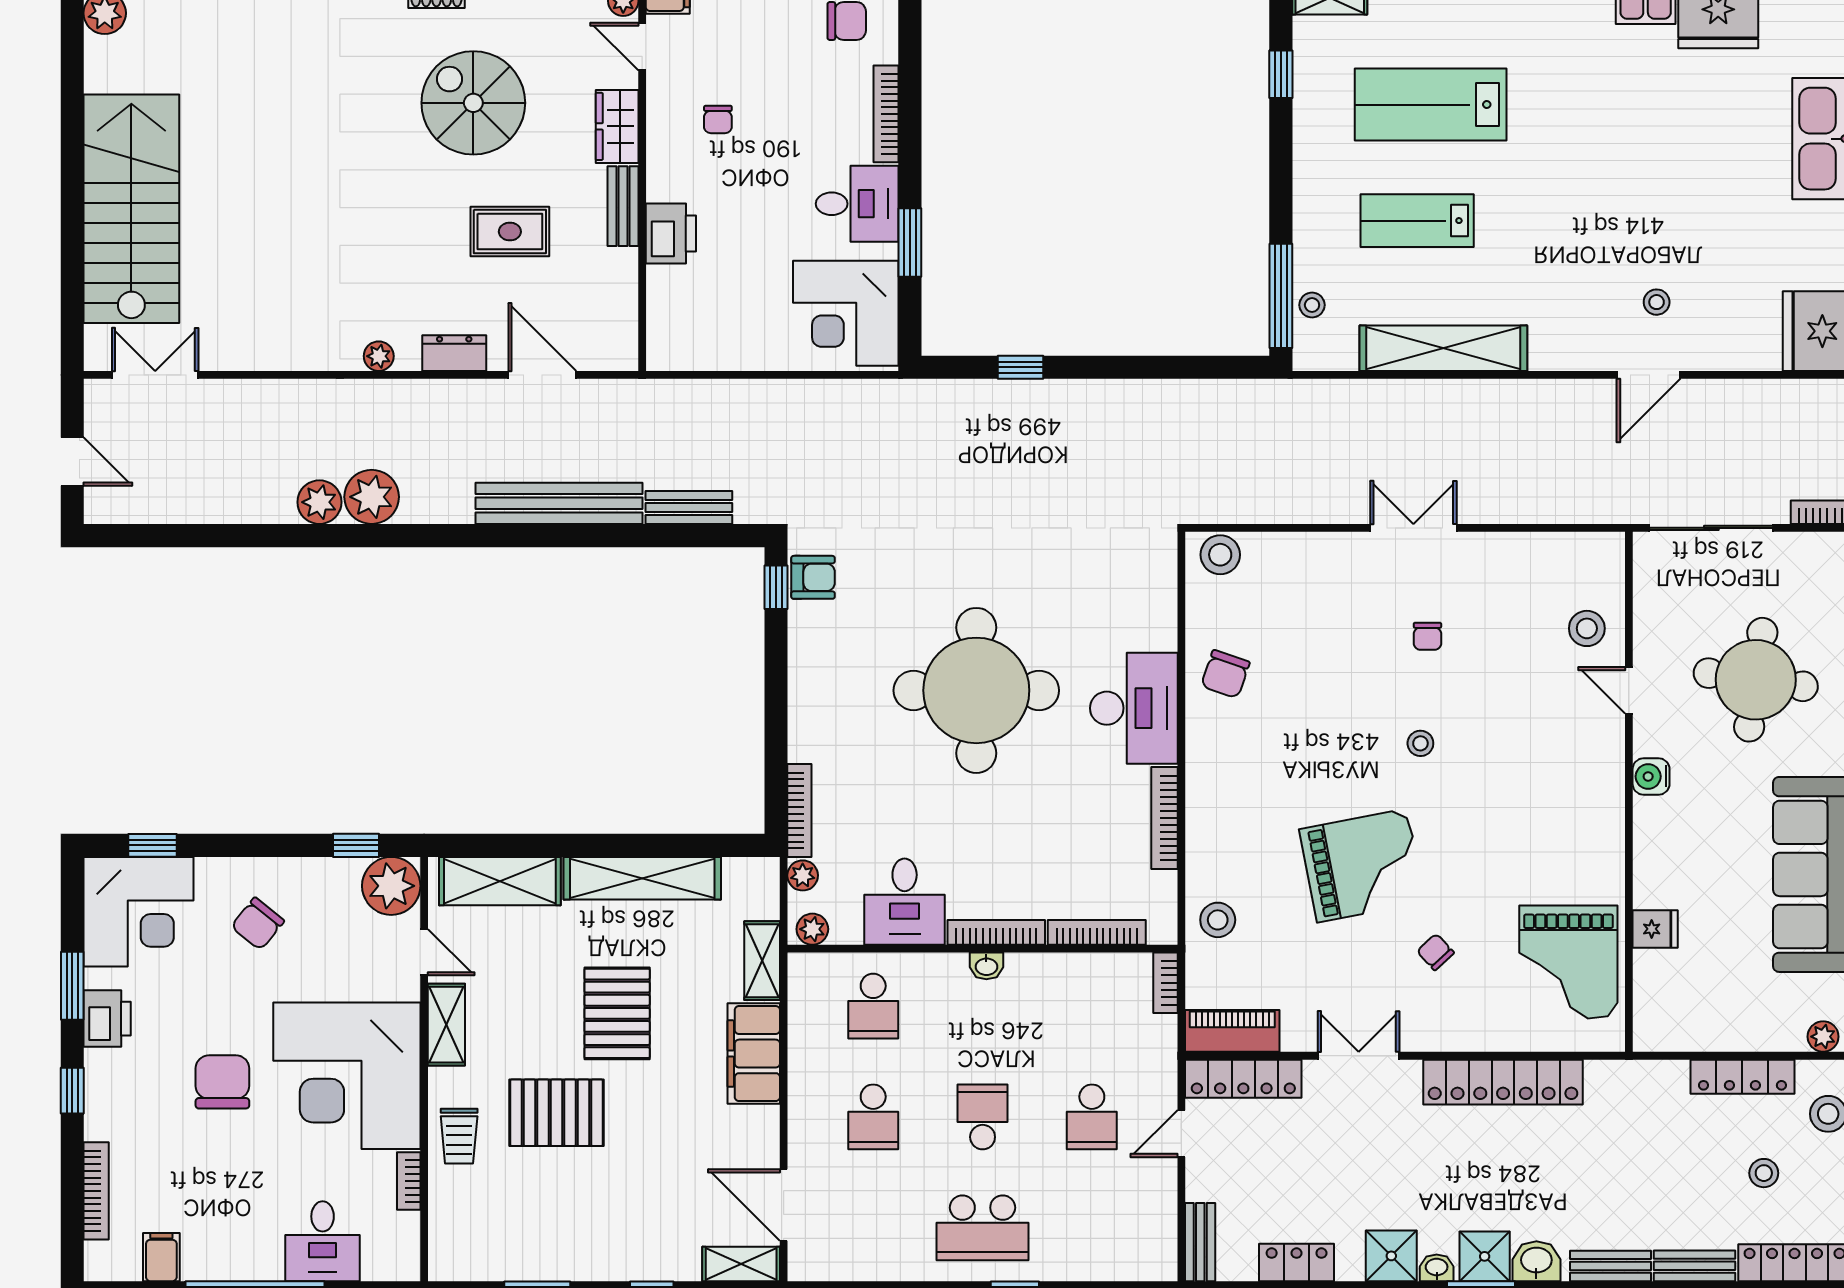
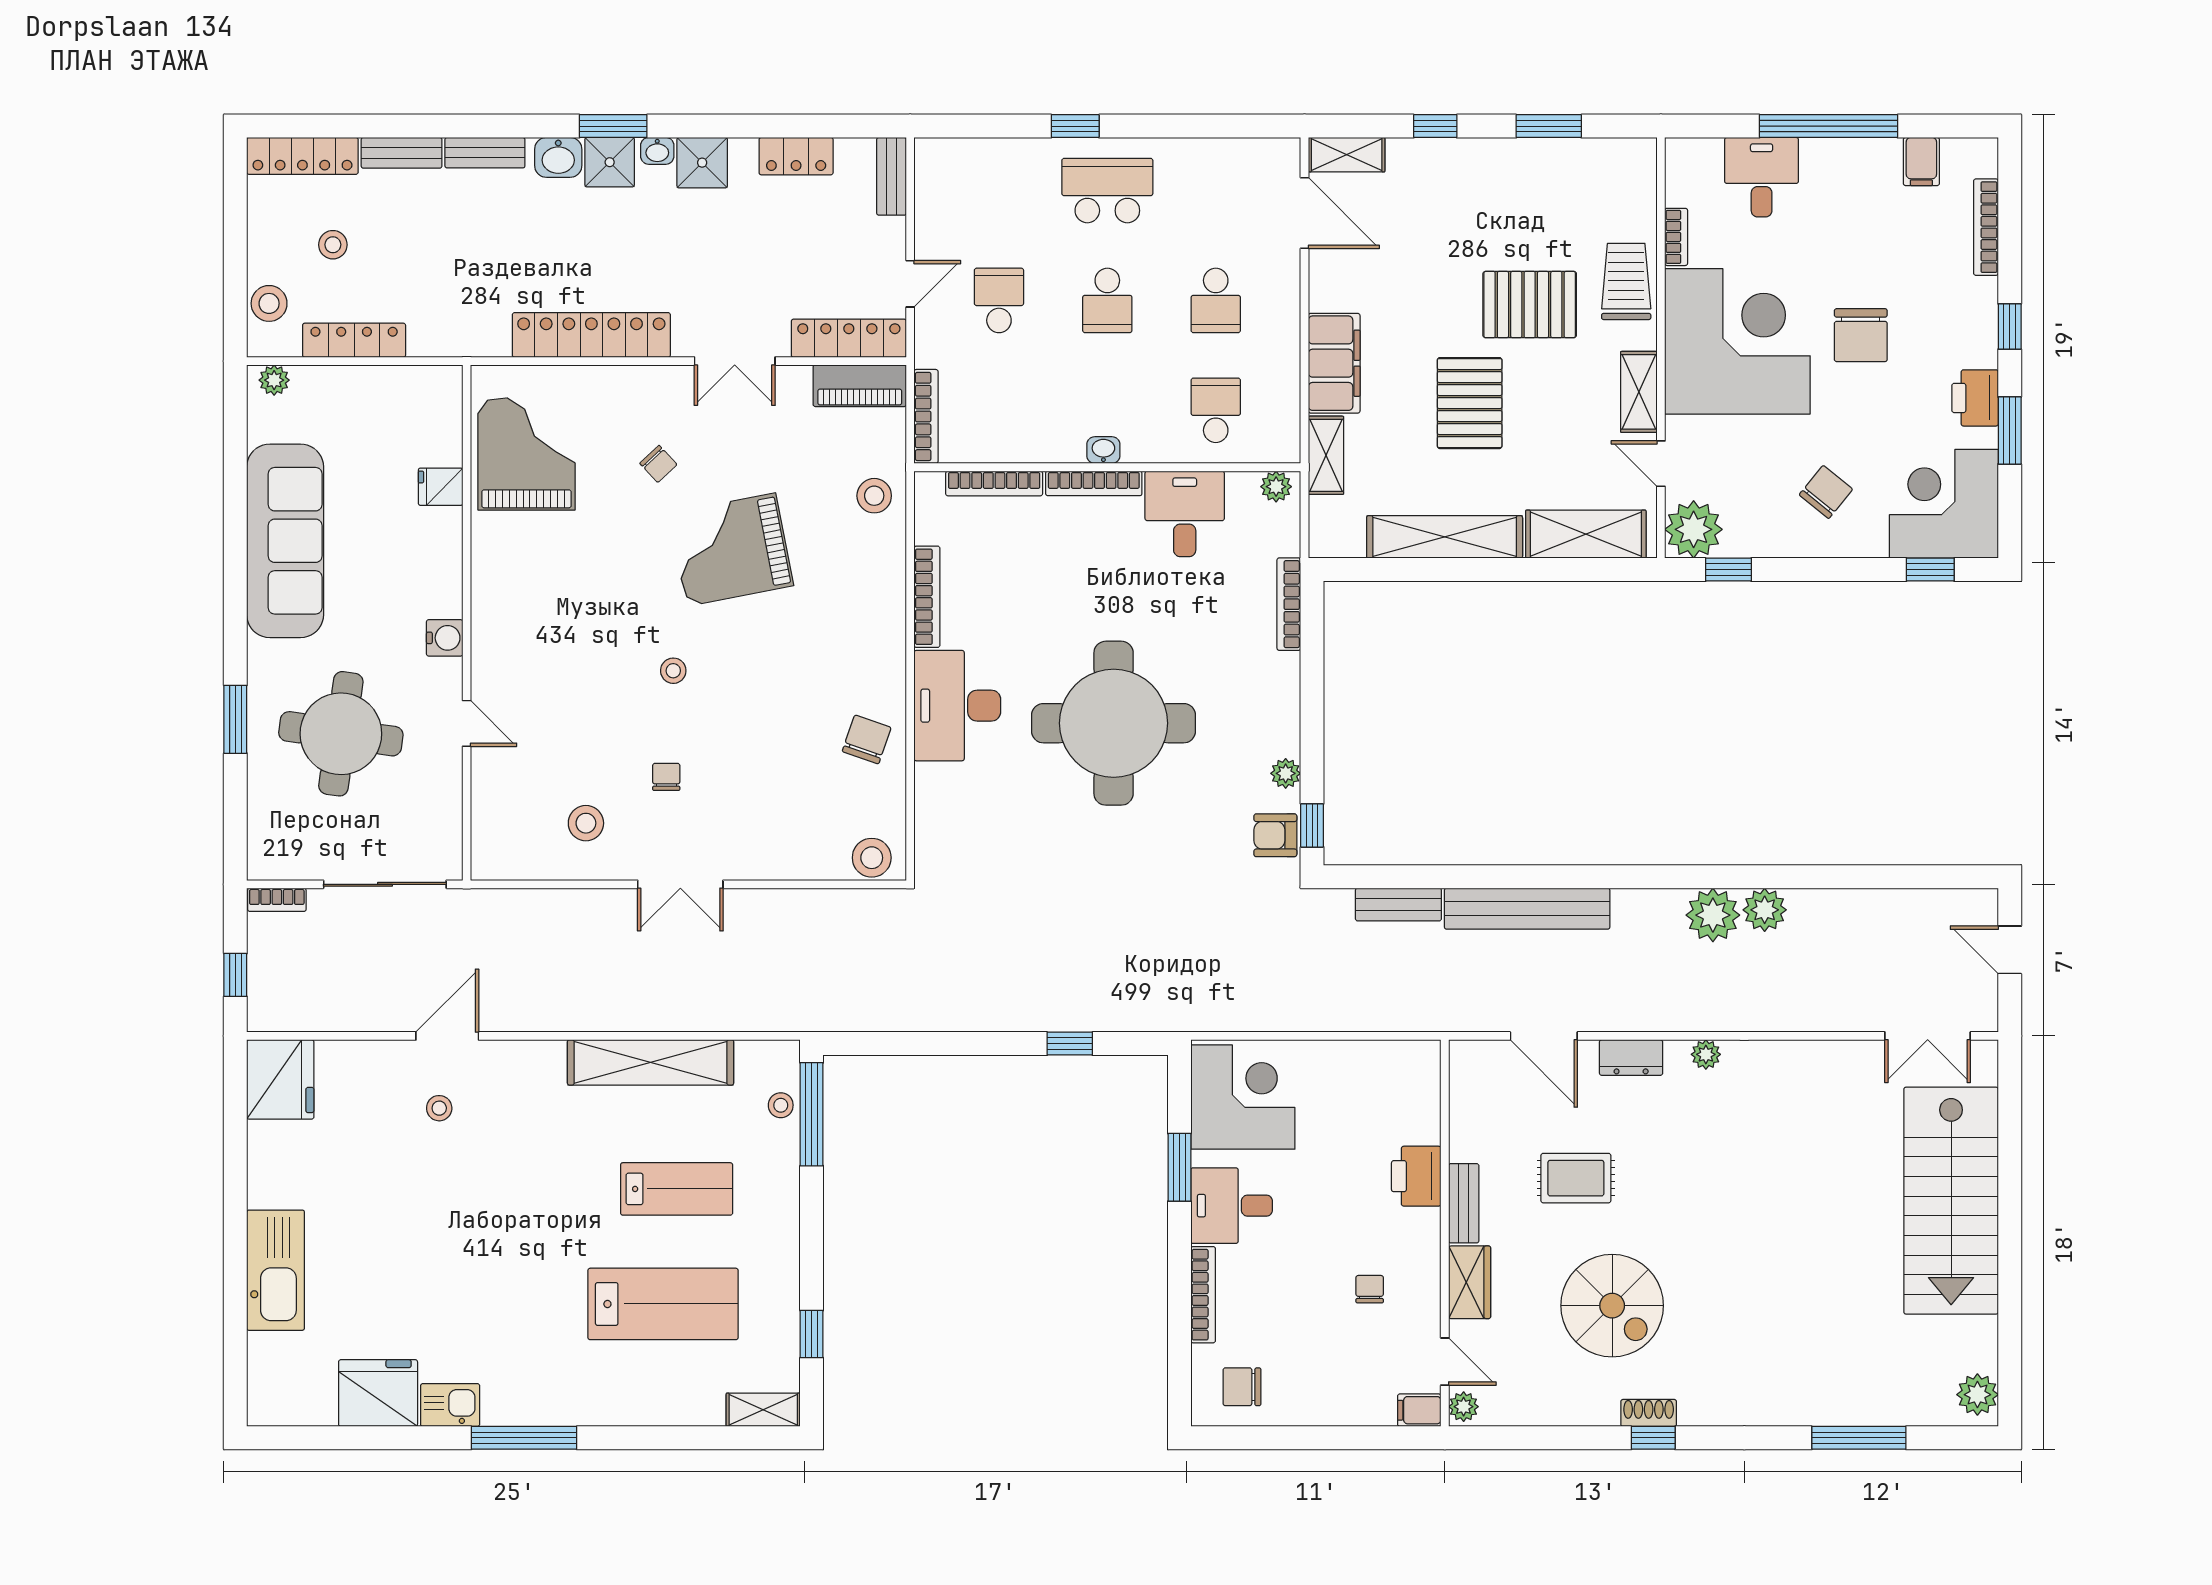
stool: (1587, 628) -> (586, 823), moved
plant: (803, 875) -> (1286, 773), moved
bookcase: (1165, 983) -> (926, 416), width x1.56
school desk: (873, 1117) -> (1216, 300), turned 180
trolley: (459, 1136) -> (1626, 281), width x1.36, depth x1.39

